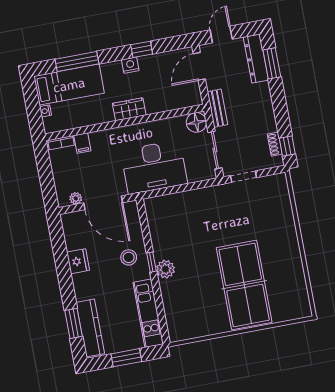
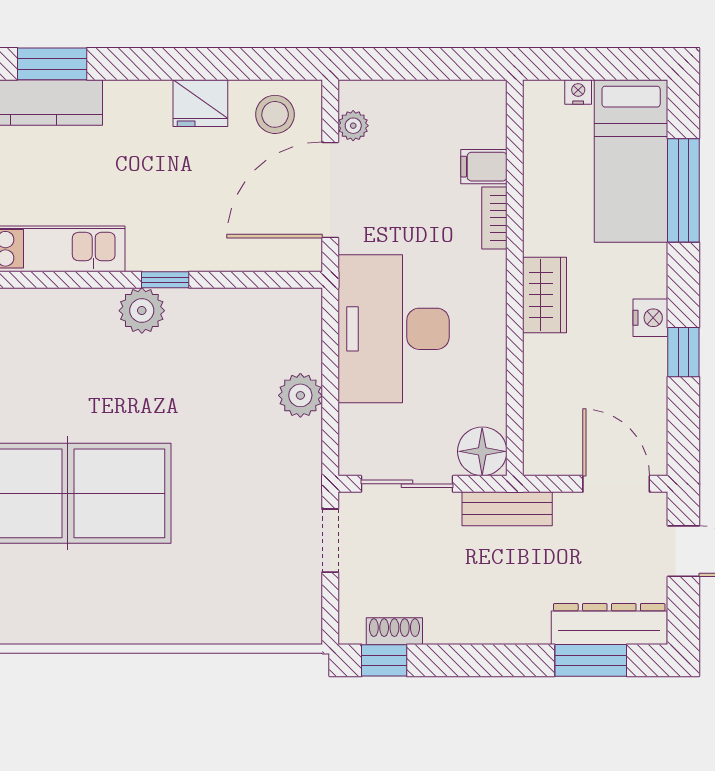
bookcase: (61, 143) -> (494, 218), moved
plant: (188, 199) -> (300, 395), added
stool: (129, 257) -> (275, 114), moved

